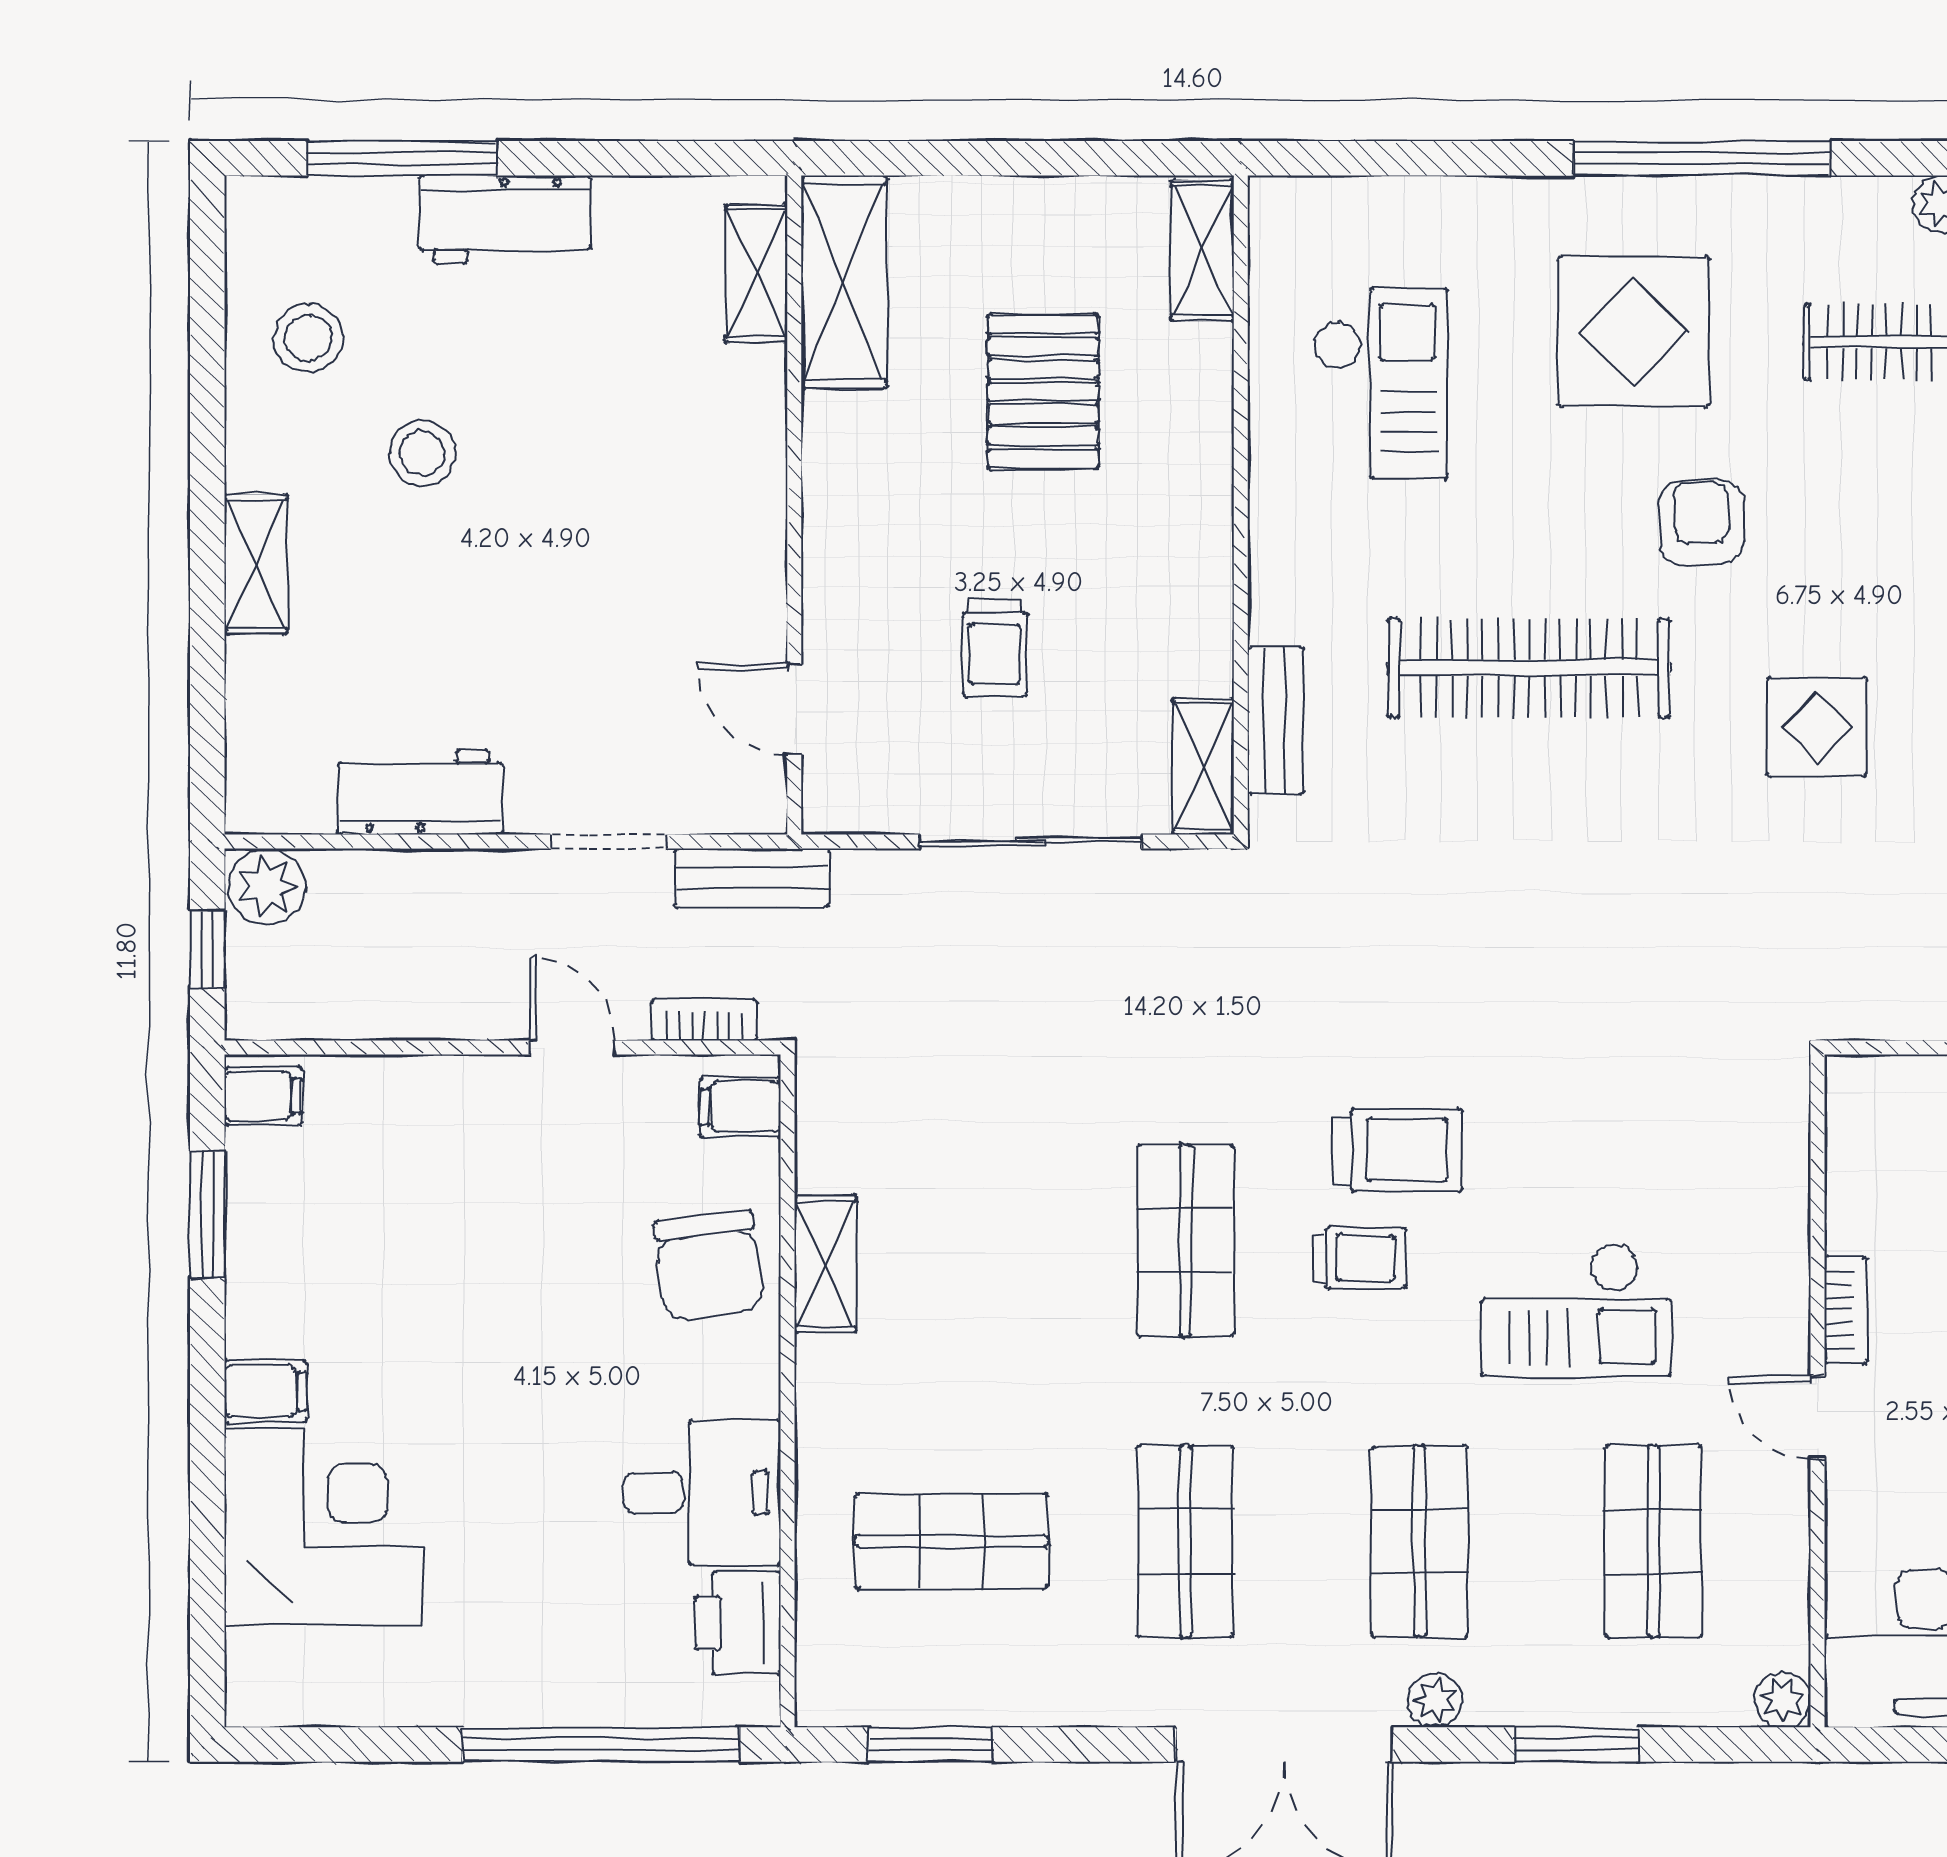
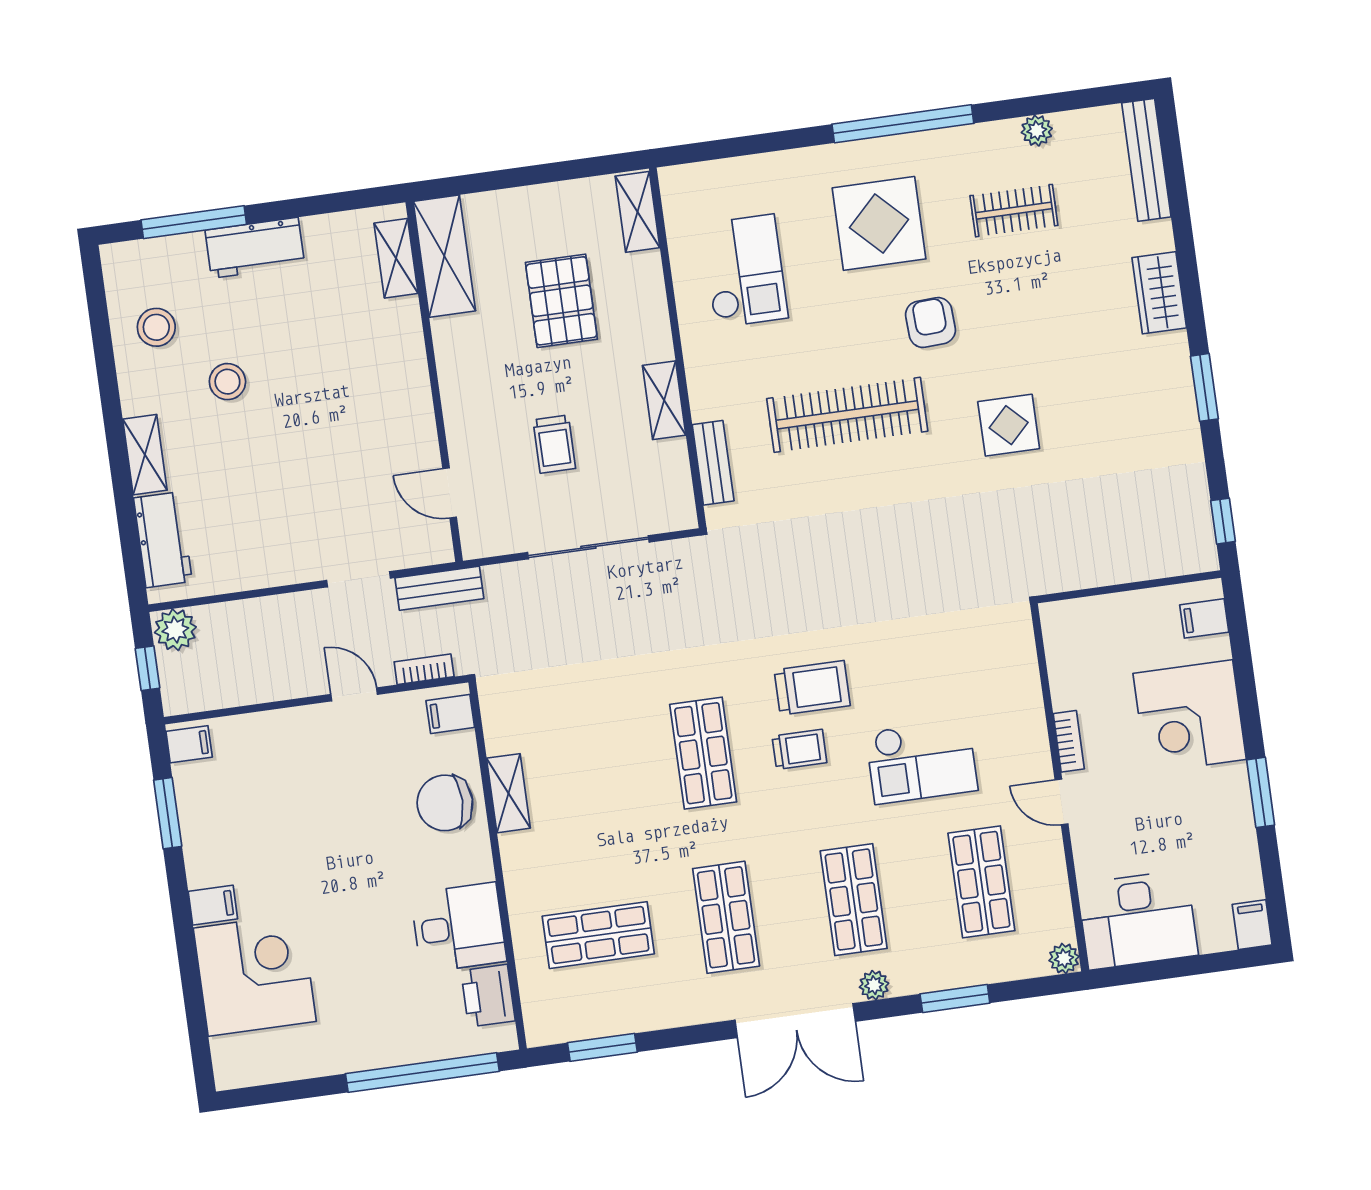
shelving: (1203, 767) -> (664, 400), moved
workbench: (420, 792) -> (163, 540), moved, turned 90
chair: (709, 1265) -> (445, 803), turned 97

